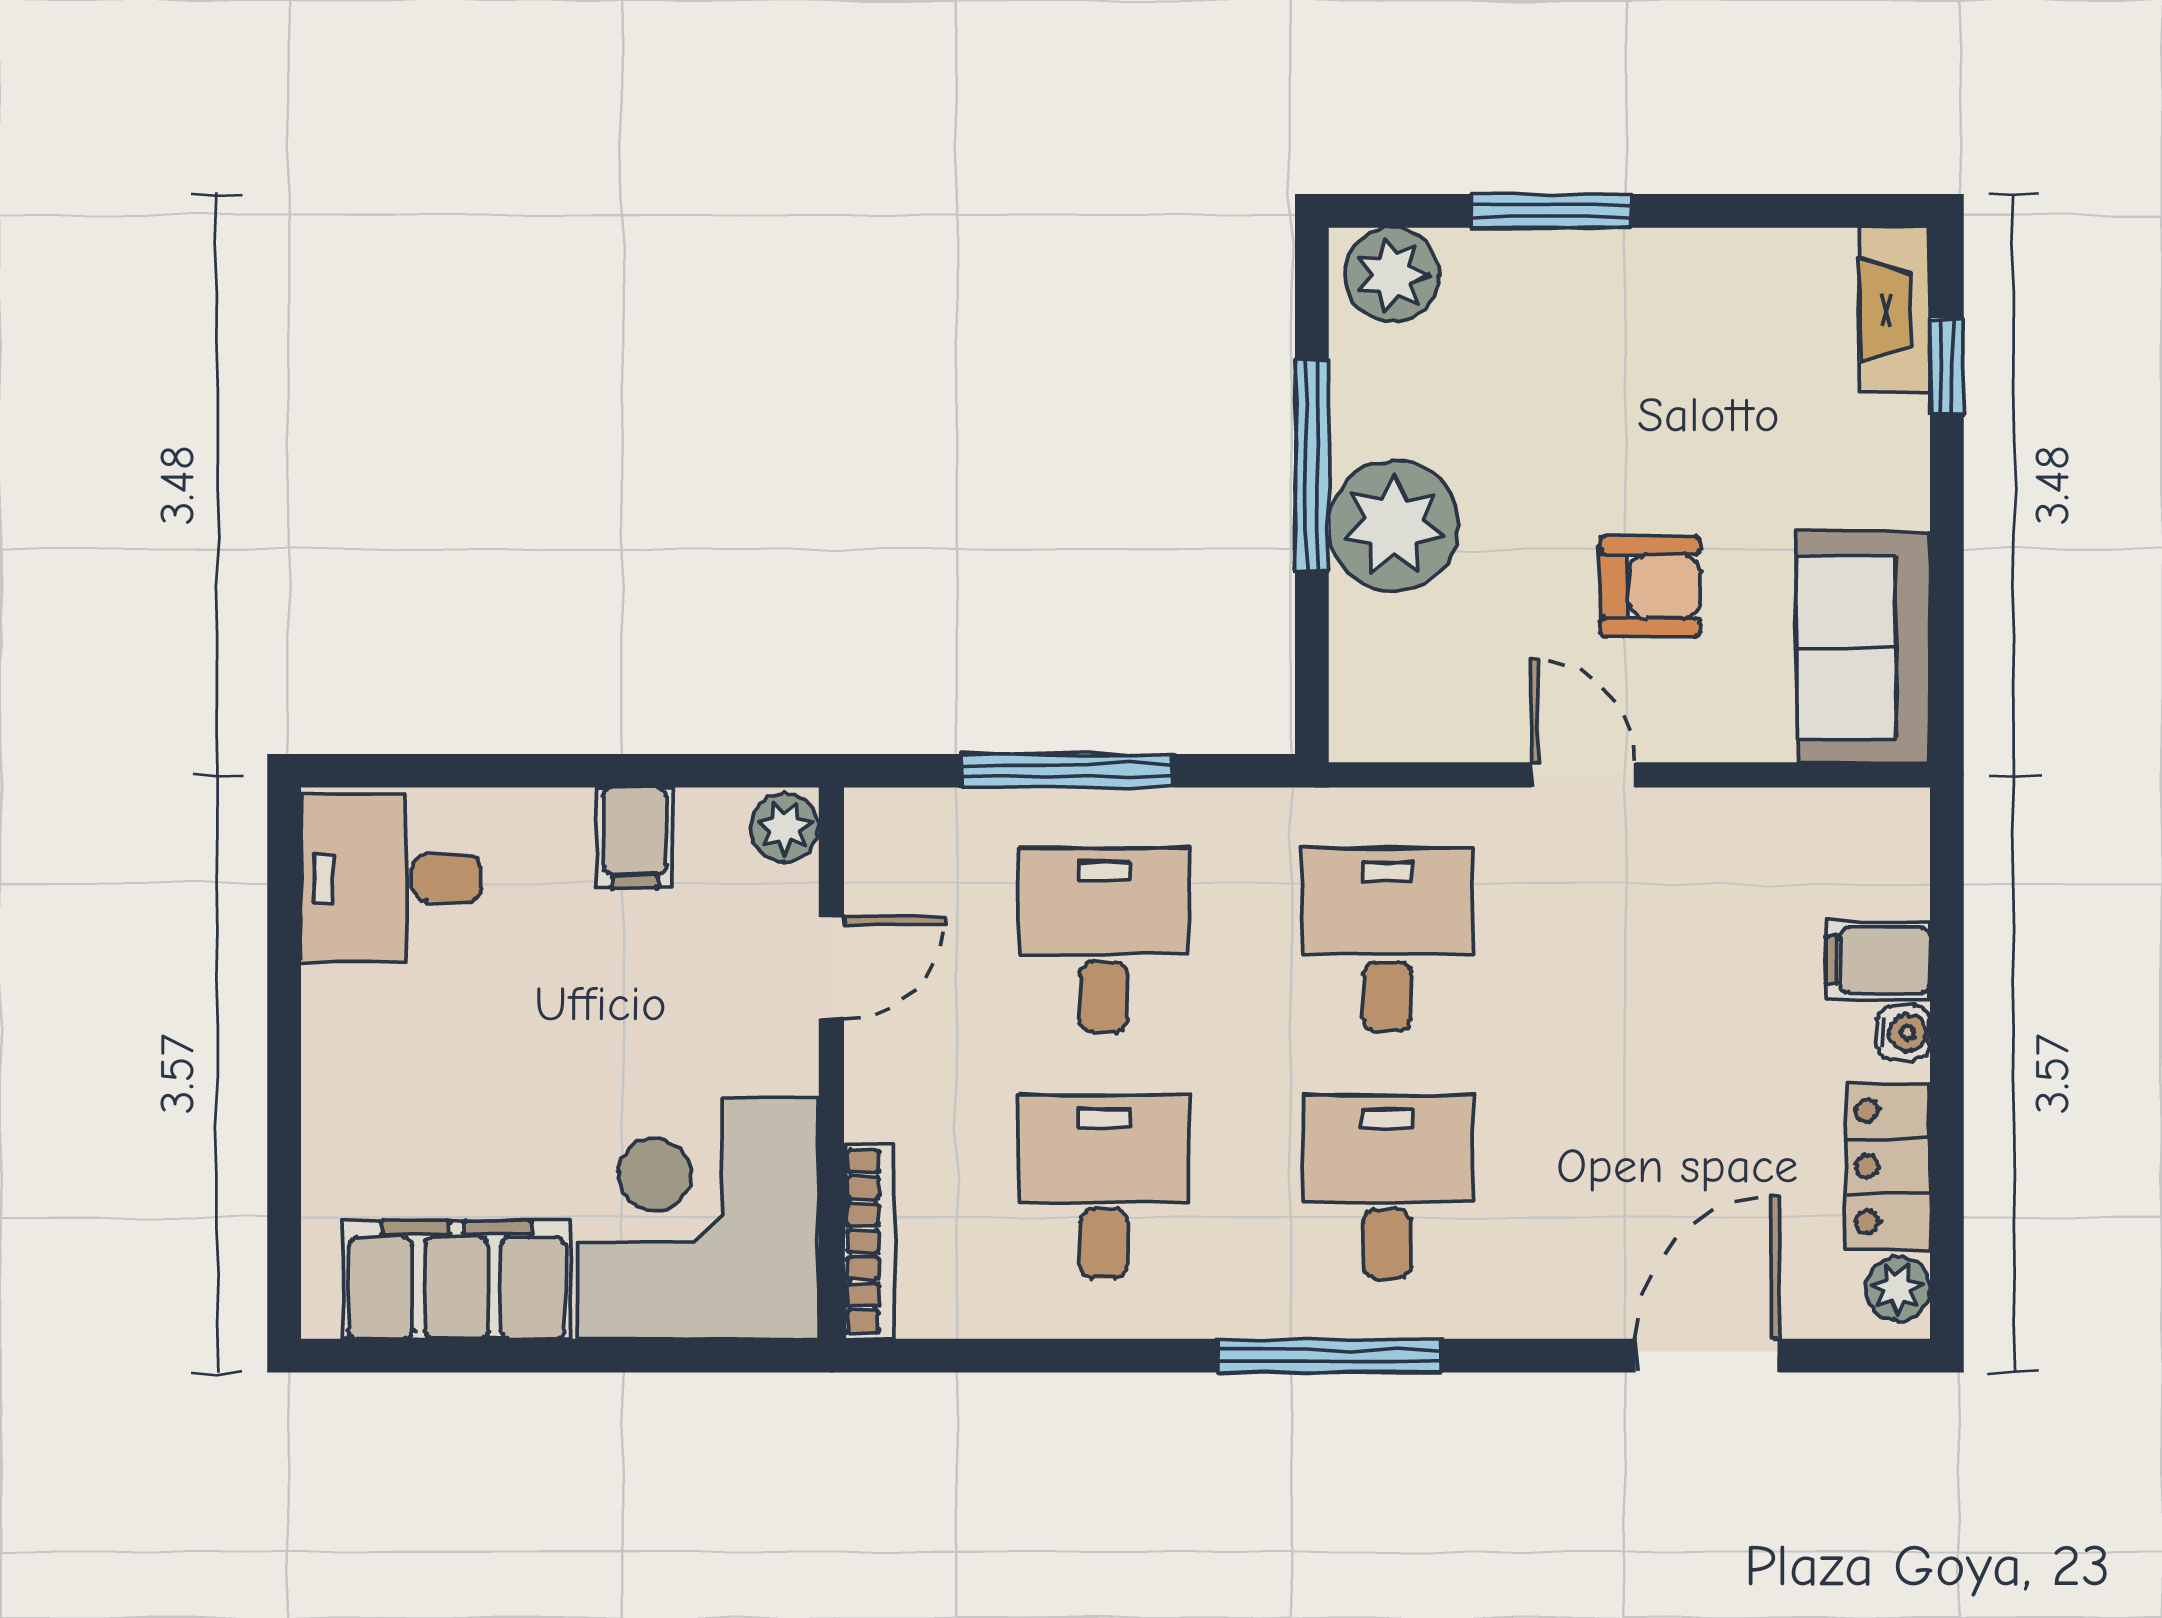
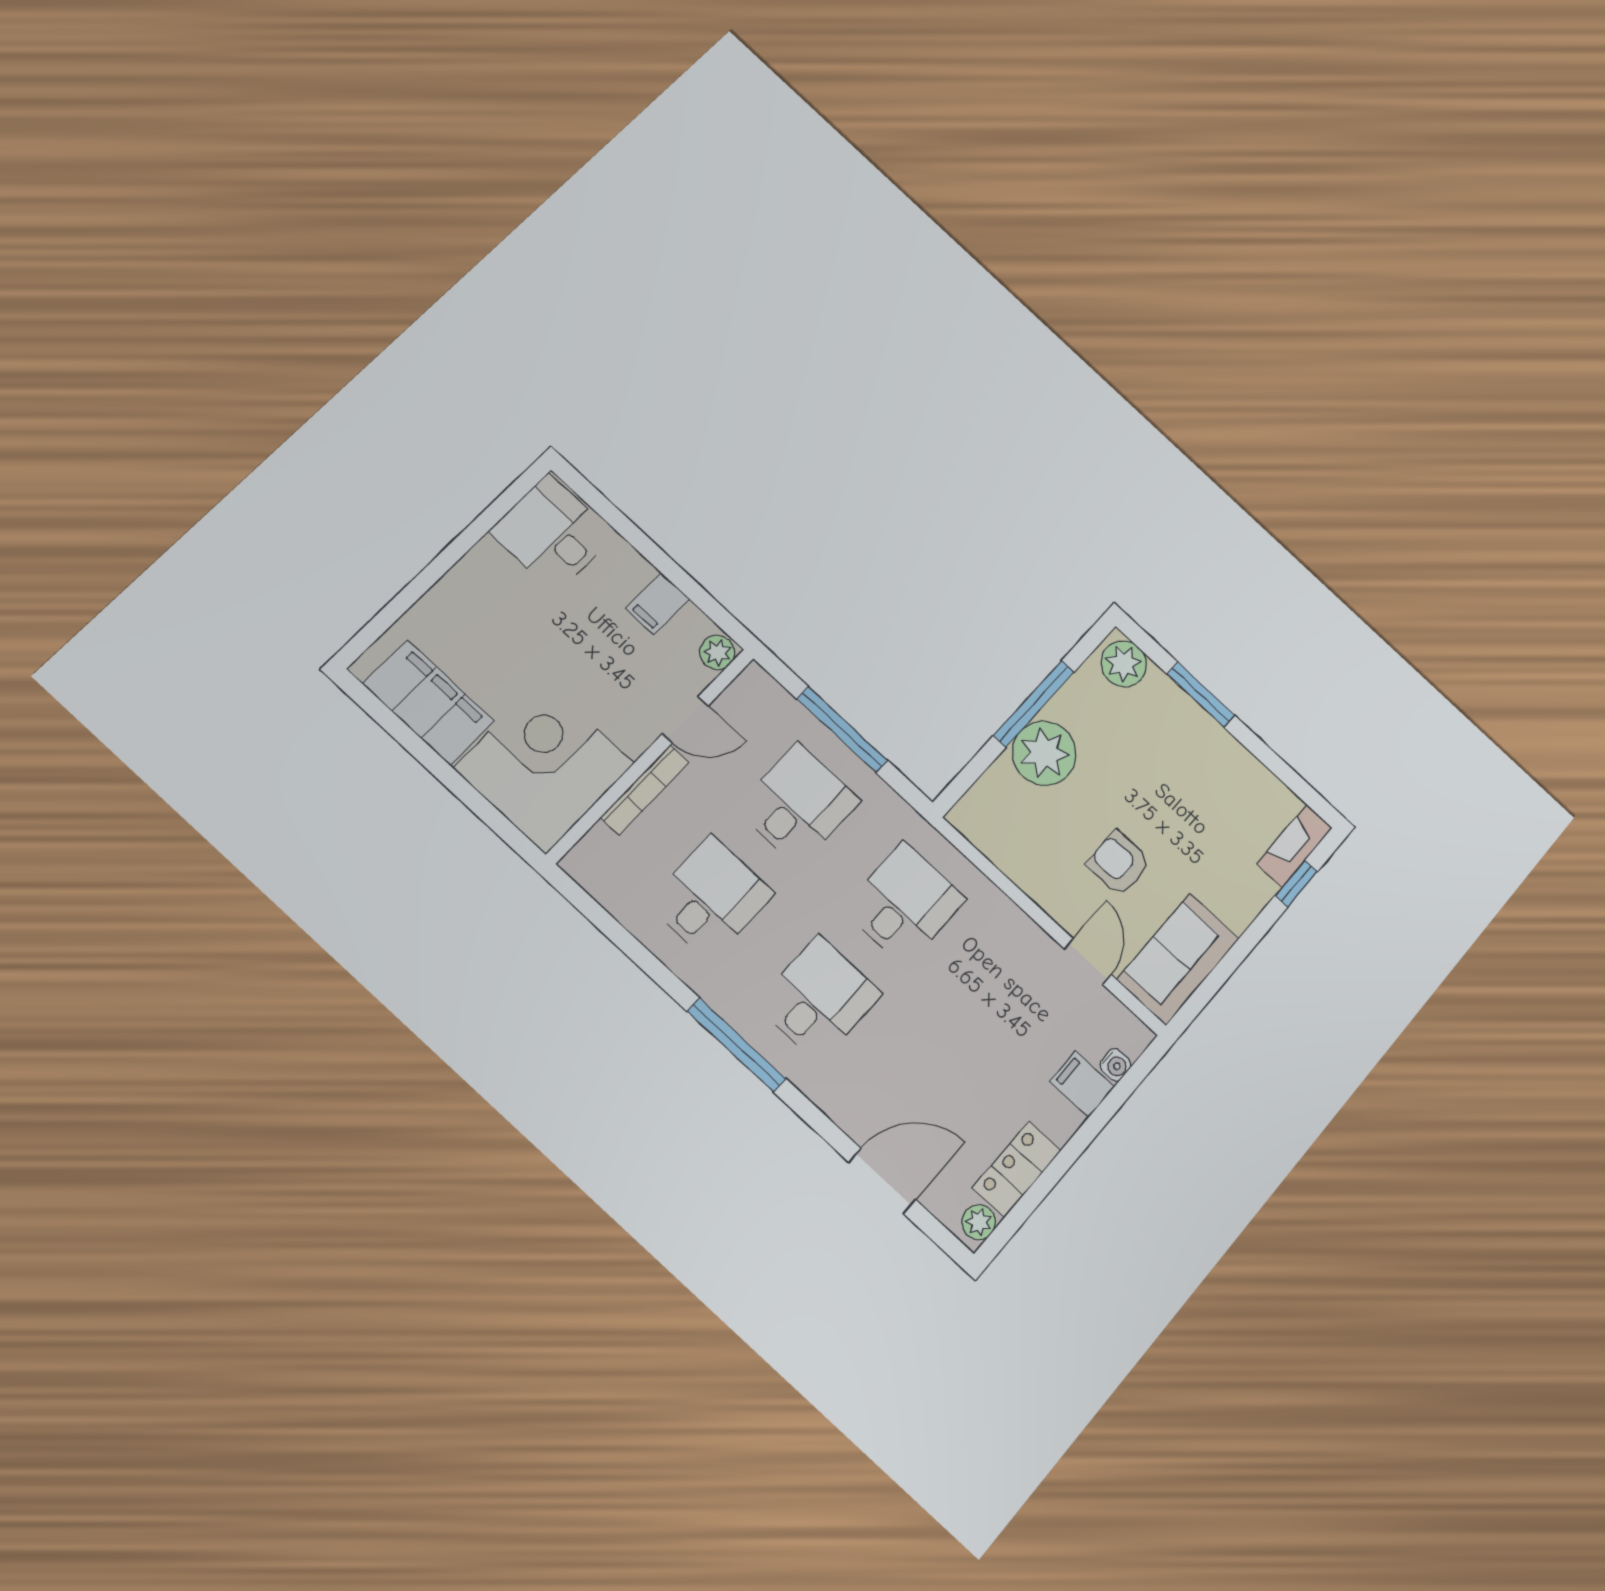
armchair: (1650, 586) -> (1119, 863), turned 180
door: (1583, 775) -> (1088, 962), moved
water cooler: (1904, 1033) -> (1115, 1065), moved
bookcase: (869, 1241) -> (645, 790), moved

